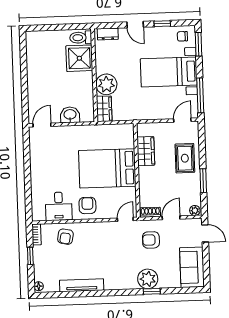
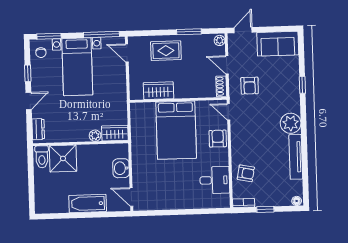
bathtub: (35, 82) -> (88, 204), added
plant: (106, 84) -> (95, 136), width x0.53, depth x0.53
armchair: (87, 205) -> (218, 139), moved, turned 90
plant: (148, 279) -> (291, 123), moved

